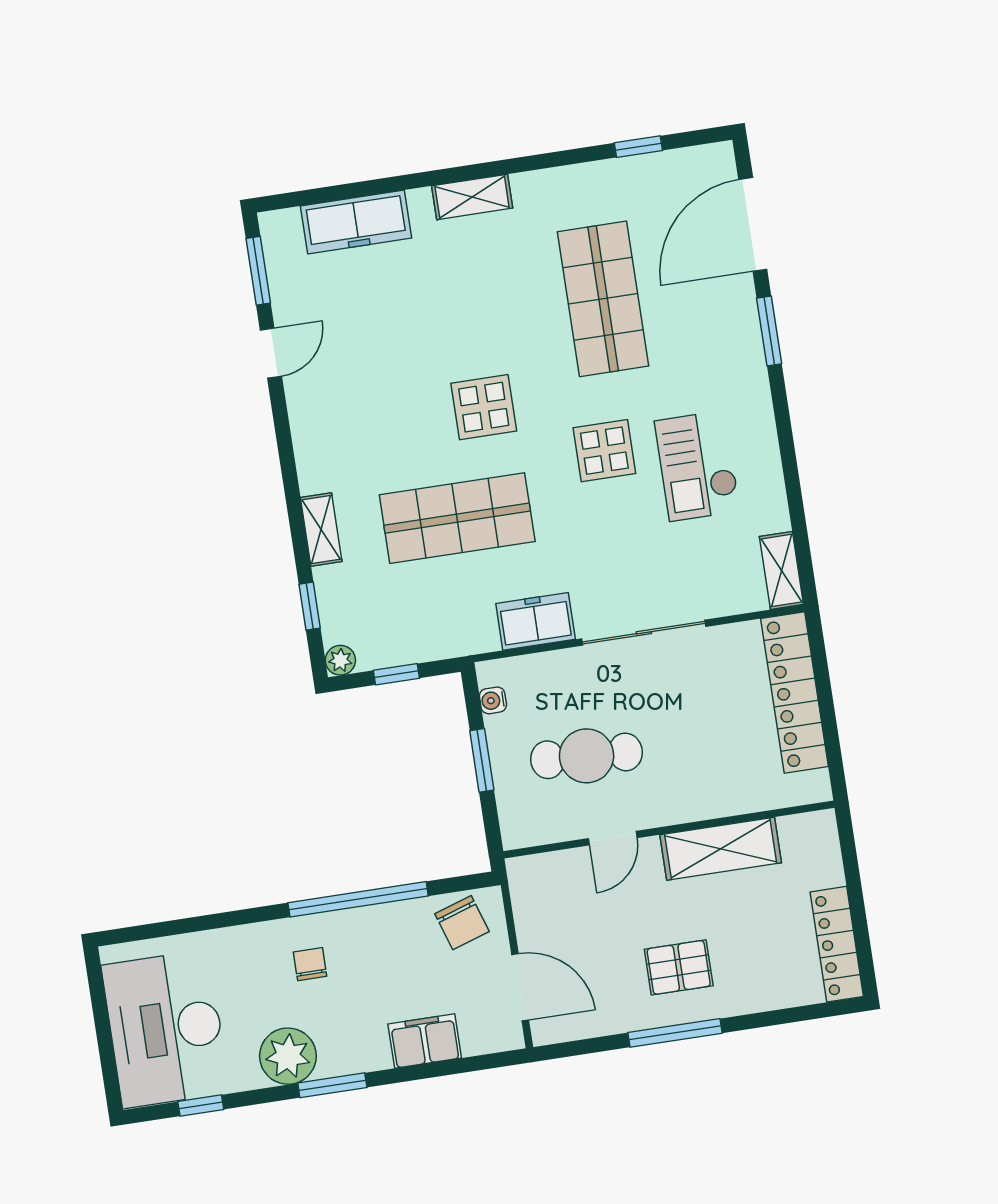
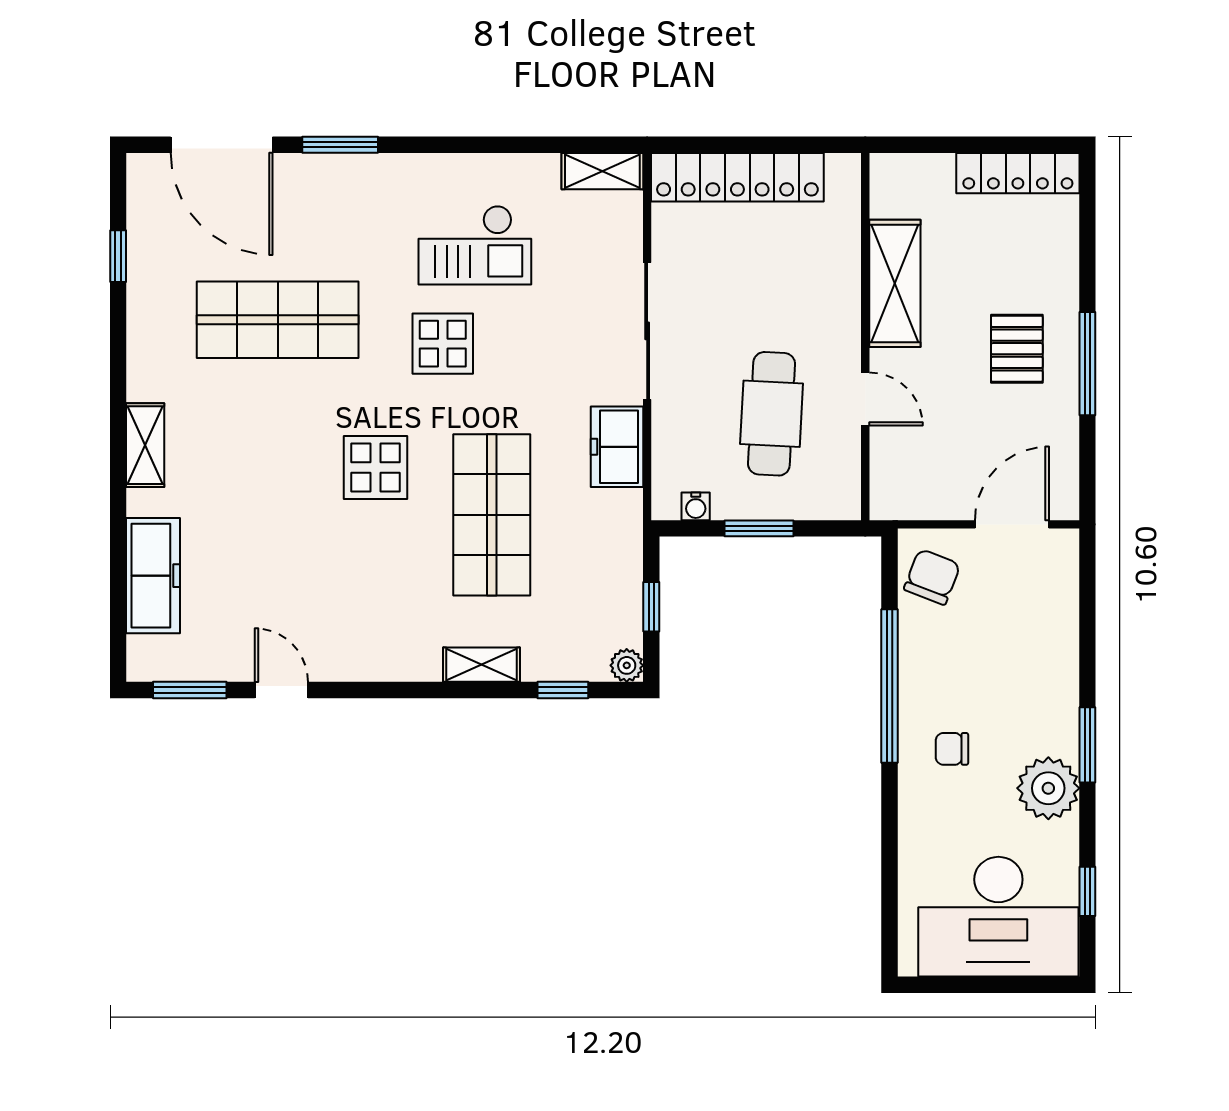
chair: (462, 923) -> (932, 577), turned -51
filing cabinet: (425, 1041) -> (1055, 637), removed

